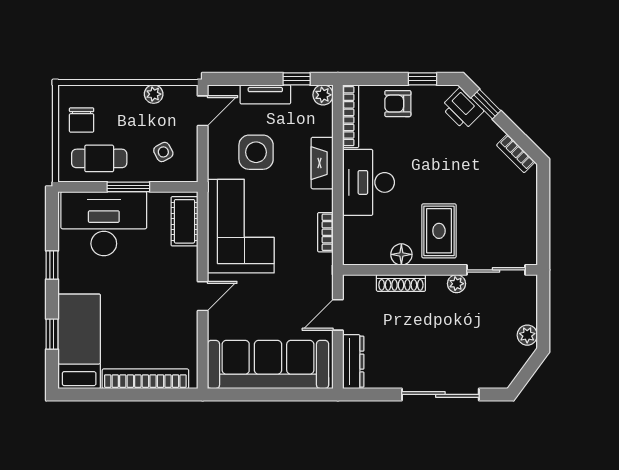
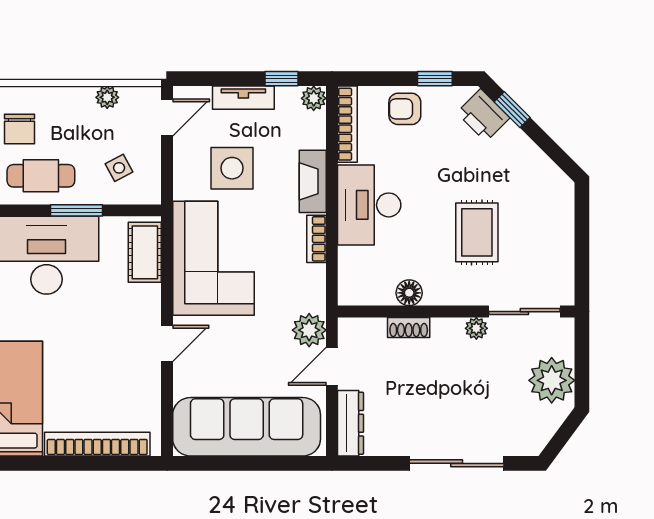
bookcase: (516, 154) -> (548, 170), removed
rug: (439, 231) -> (477, 232), moved
bookcase: (325, 232) -> (316, 239), moved
shoe rack: (401, 283) -> (409, 327), width x0.70
plant: (319, 285) -> (309, 330), added
plant: (527, 335) -> (552, 380), width x1.88, depth x1.88

